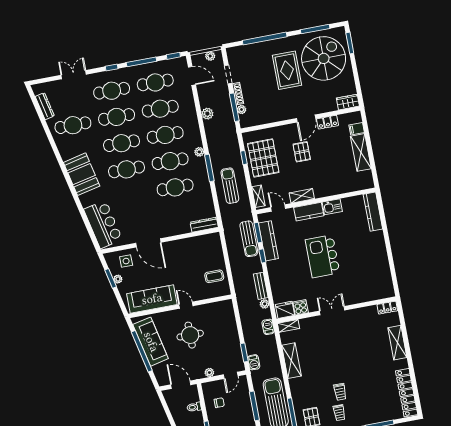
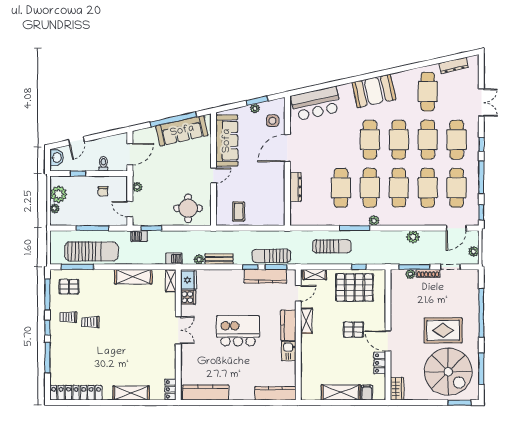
dresser: (204, 225) -> (295, 187), moved
kitchen counter: (384, 275) -> (206, 392), added
round table: (190, 335) -> (188, 208), moved

